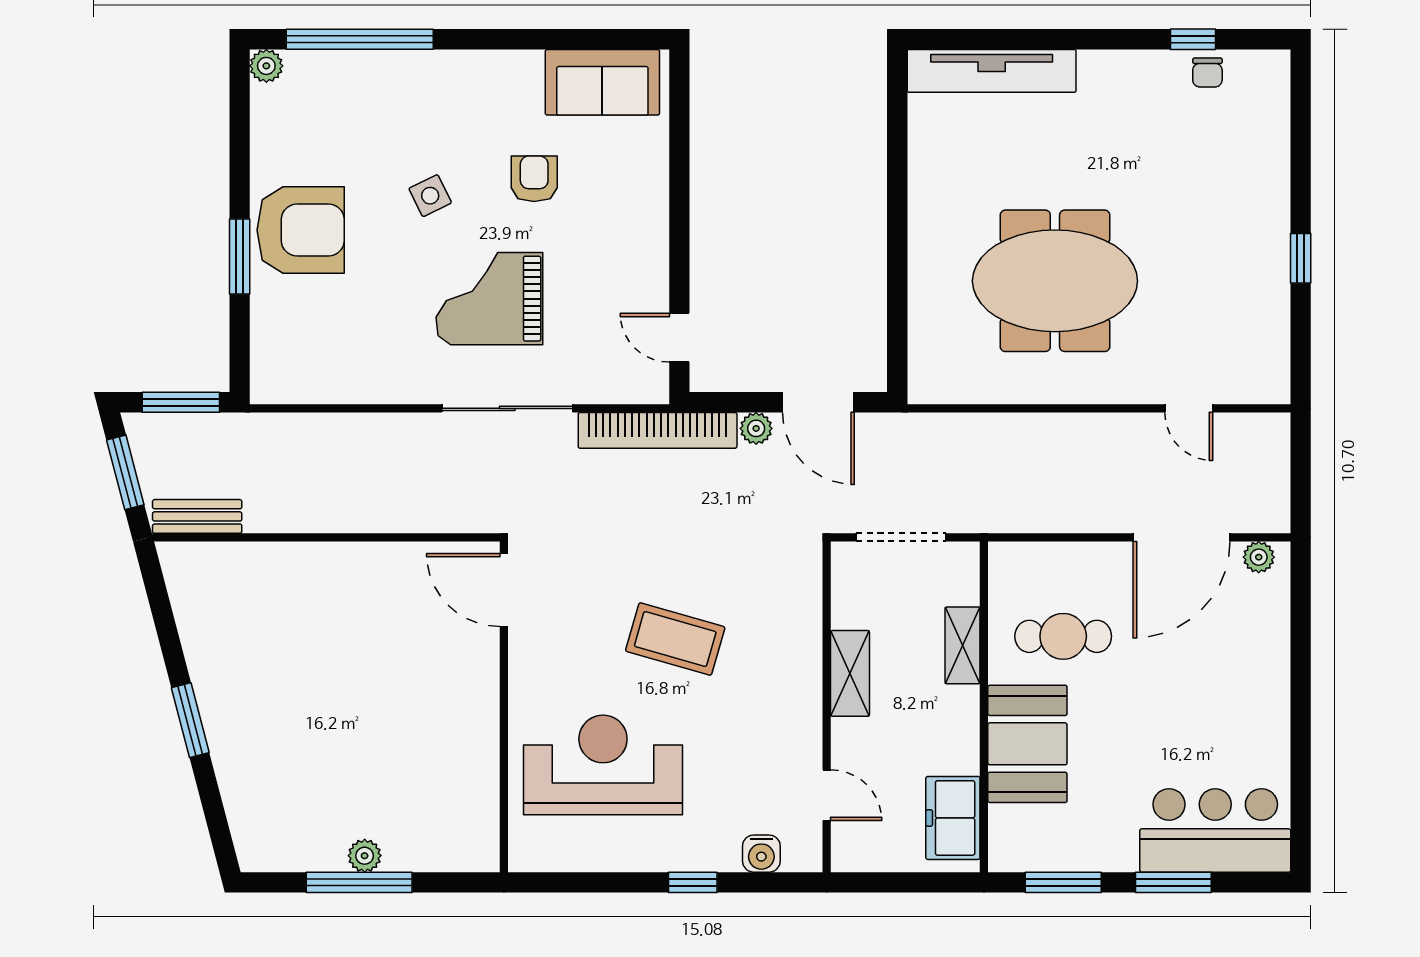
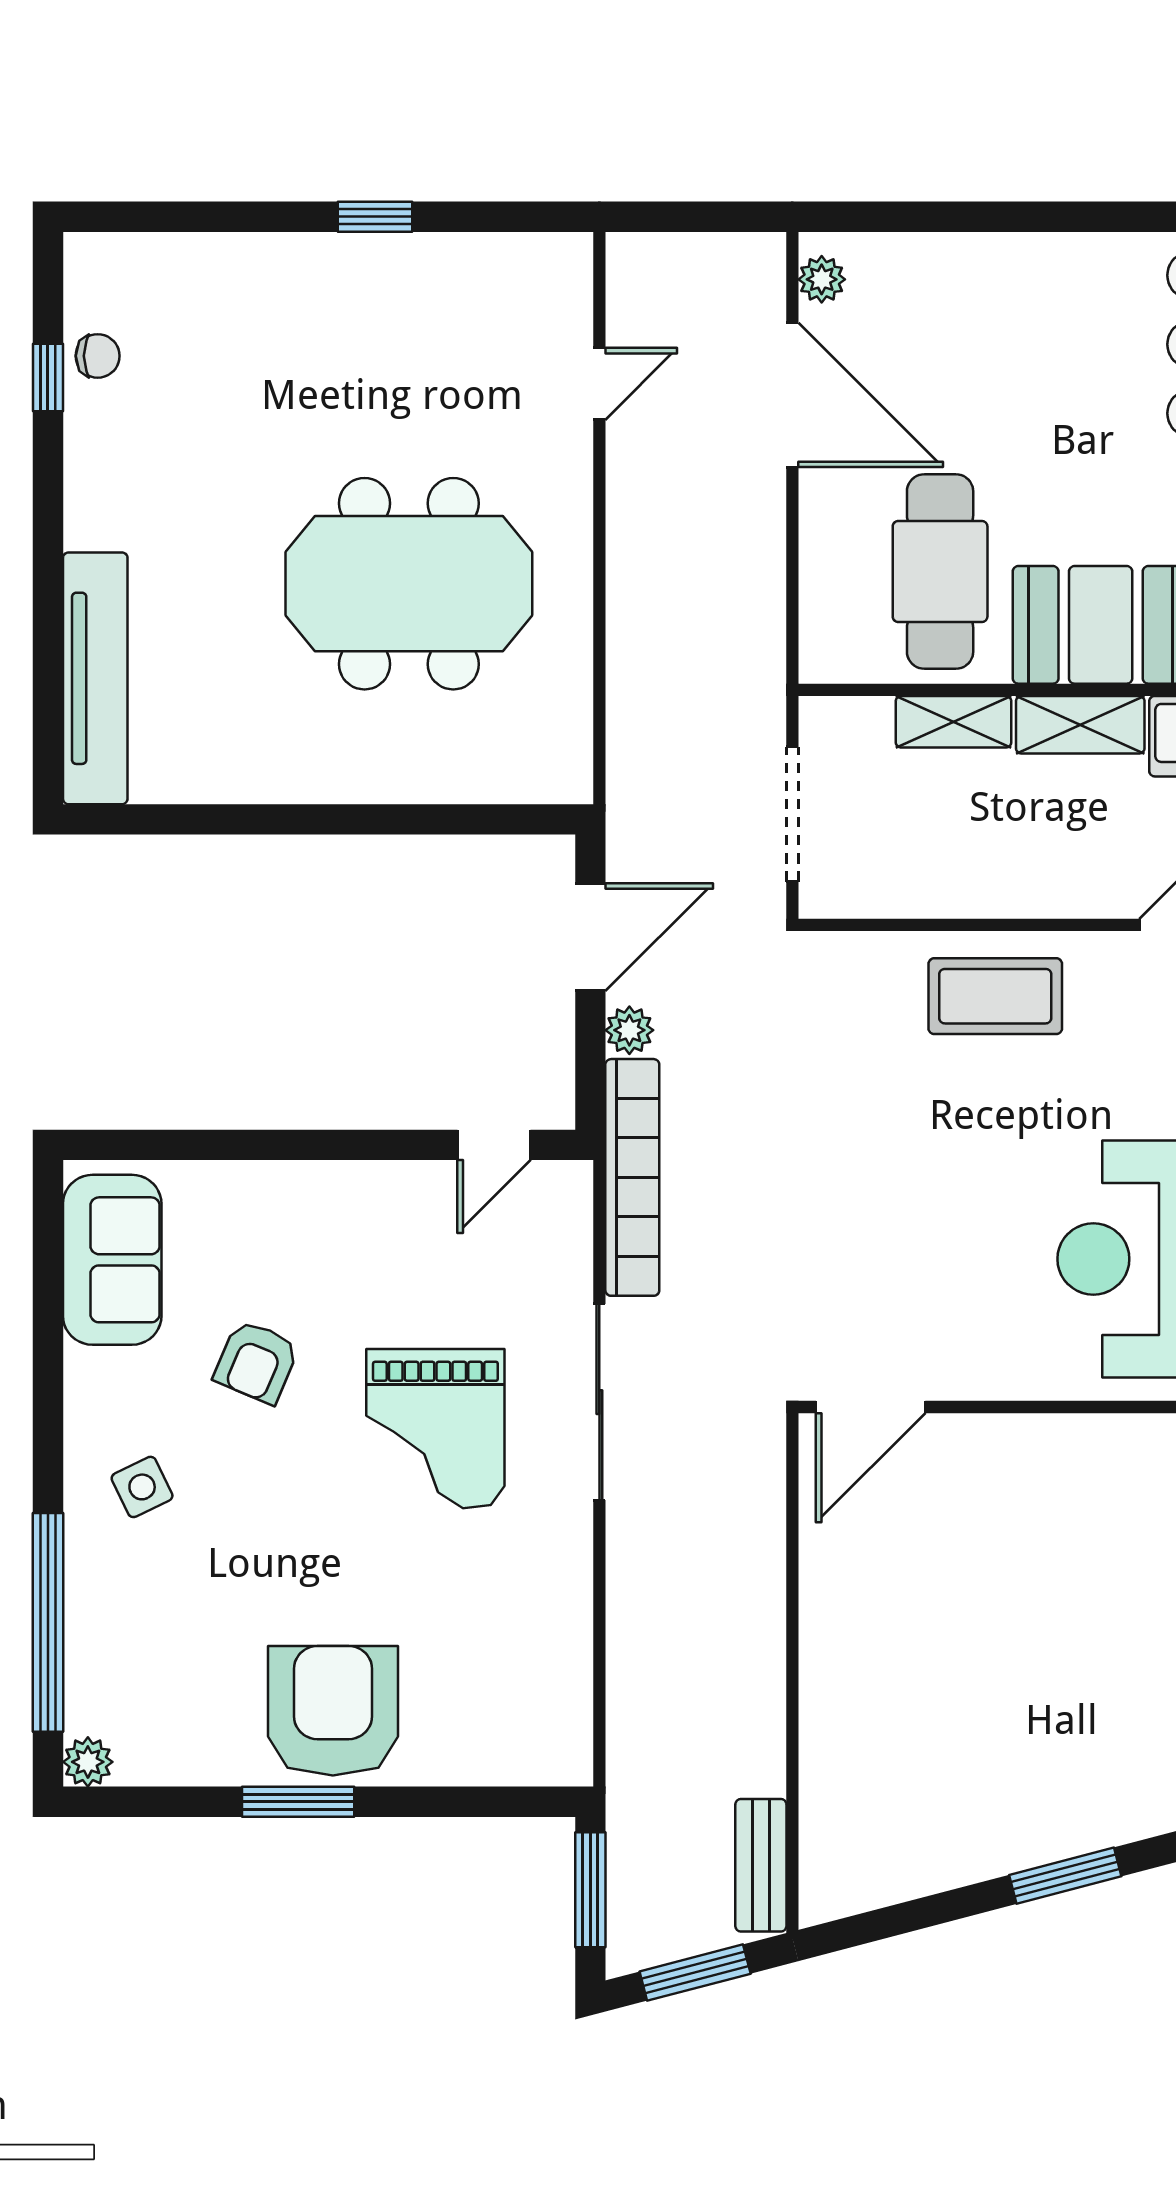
armchair: (534, 179) -> (256, 1362), turned -67
side table: (430, 196) -> (142, 1487), moved
window: (240, 257) -> (298, 1802), moved
meeting table: (1055, 281) -> (409, 584), turned 90
cafe table: (1063, 636) -> (940, 571), width x1.37, depth x1.35
coffee table: (675, 639) -> (995, 996), moved, turned 74
shelving: (850, 673) -> (1080, 725), moved

